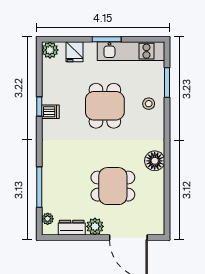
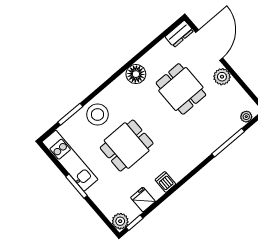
fridge: (74, 52) -> (143, 199), moved, turned -90
stool: (149, 104) -> (98, 115), width x1.89, depth x1.89
window: (39, 106) -> (134, 223), moved
dresser: (72, 228) -> (179, 34), moved, turned -90

